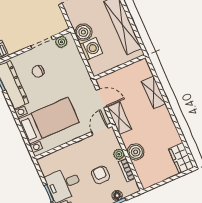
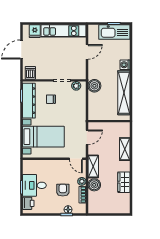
washing machine: (91, 49) -> (95, 100), removed
door: (102, 98) -> (87, 137), hinge flipped
shelving: (119, 118) -> (93, 166), moved
door: (100, 130) -> (76, 159), swing flipped
wardrobe: (181, 158) -> (124, 182), moved

